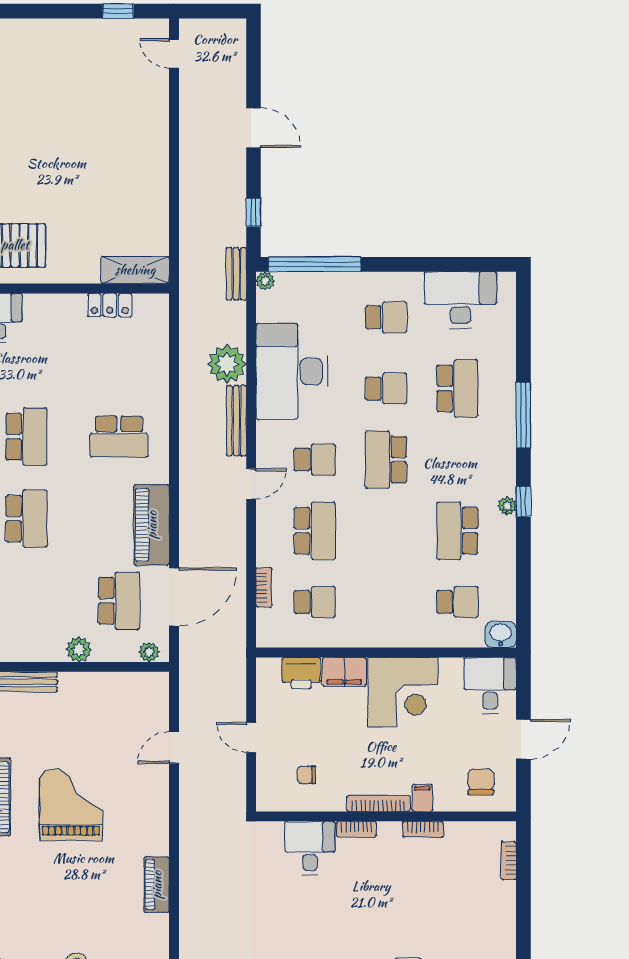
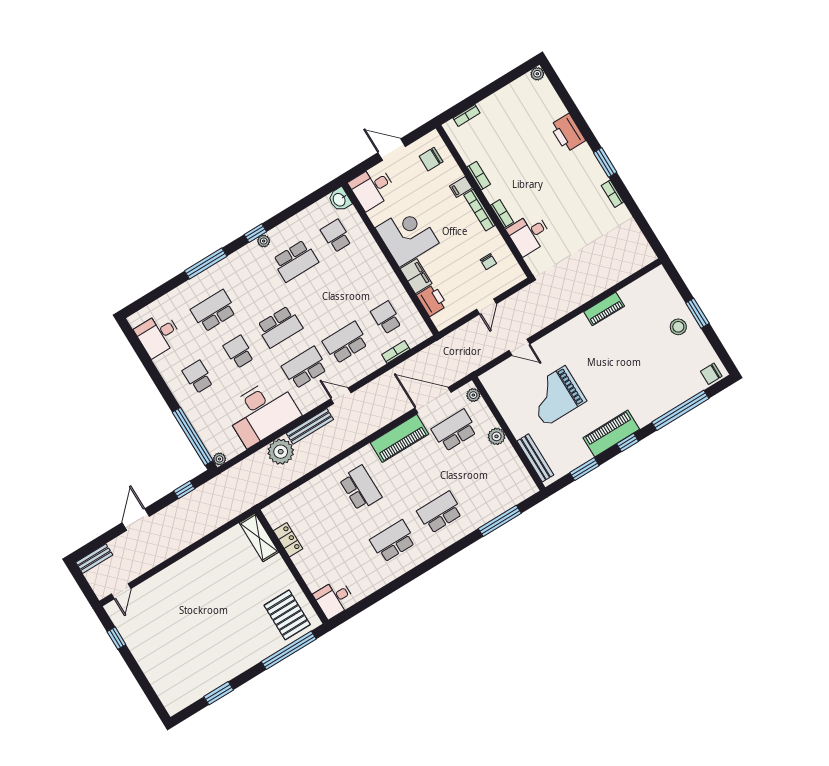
bench: (236, 274) -> (94, 559), moved
desk: (461, 300) -> (158, 335), width x0.73
school desk: (315, 460) -> (305, 368), width x1.85
grand piano: (71, 805) -> (555, 396), moved

